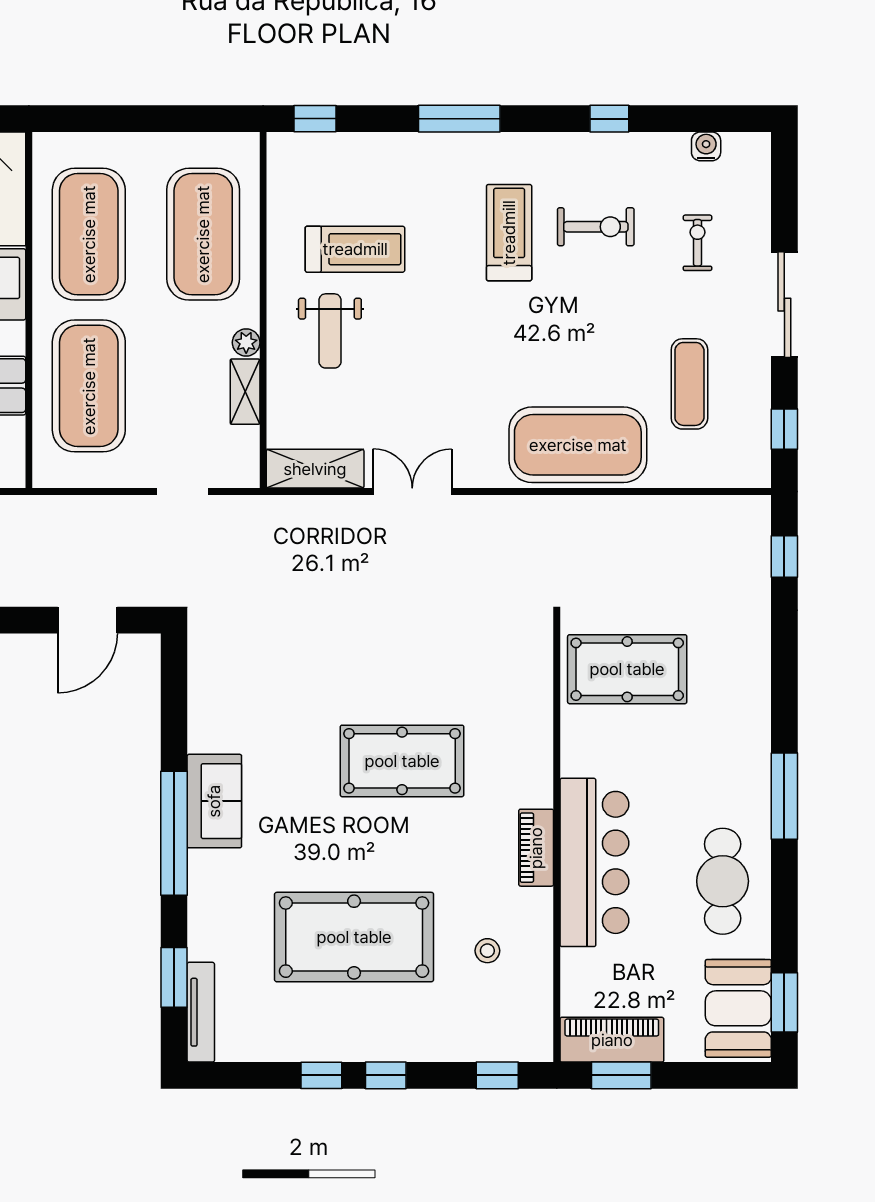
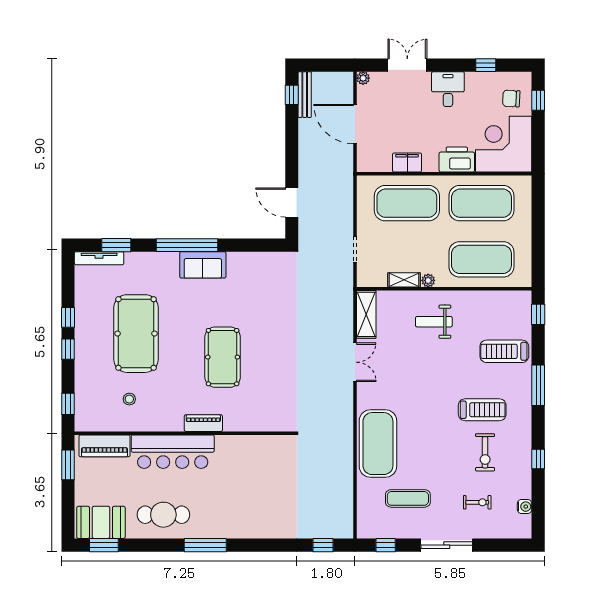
treadmill: (355, 249) -> (504, 351), moved, turned 90
pool table: (627, 669) -> (268, 468), removed
piano: (536, 848) -> (203, 423), moved
piano: (612, 1040) -> (104, 446), moved, turned 90

